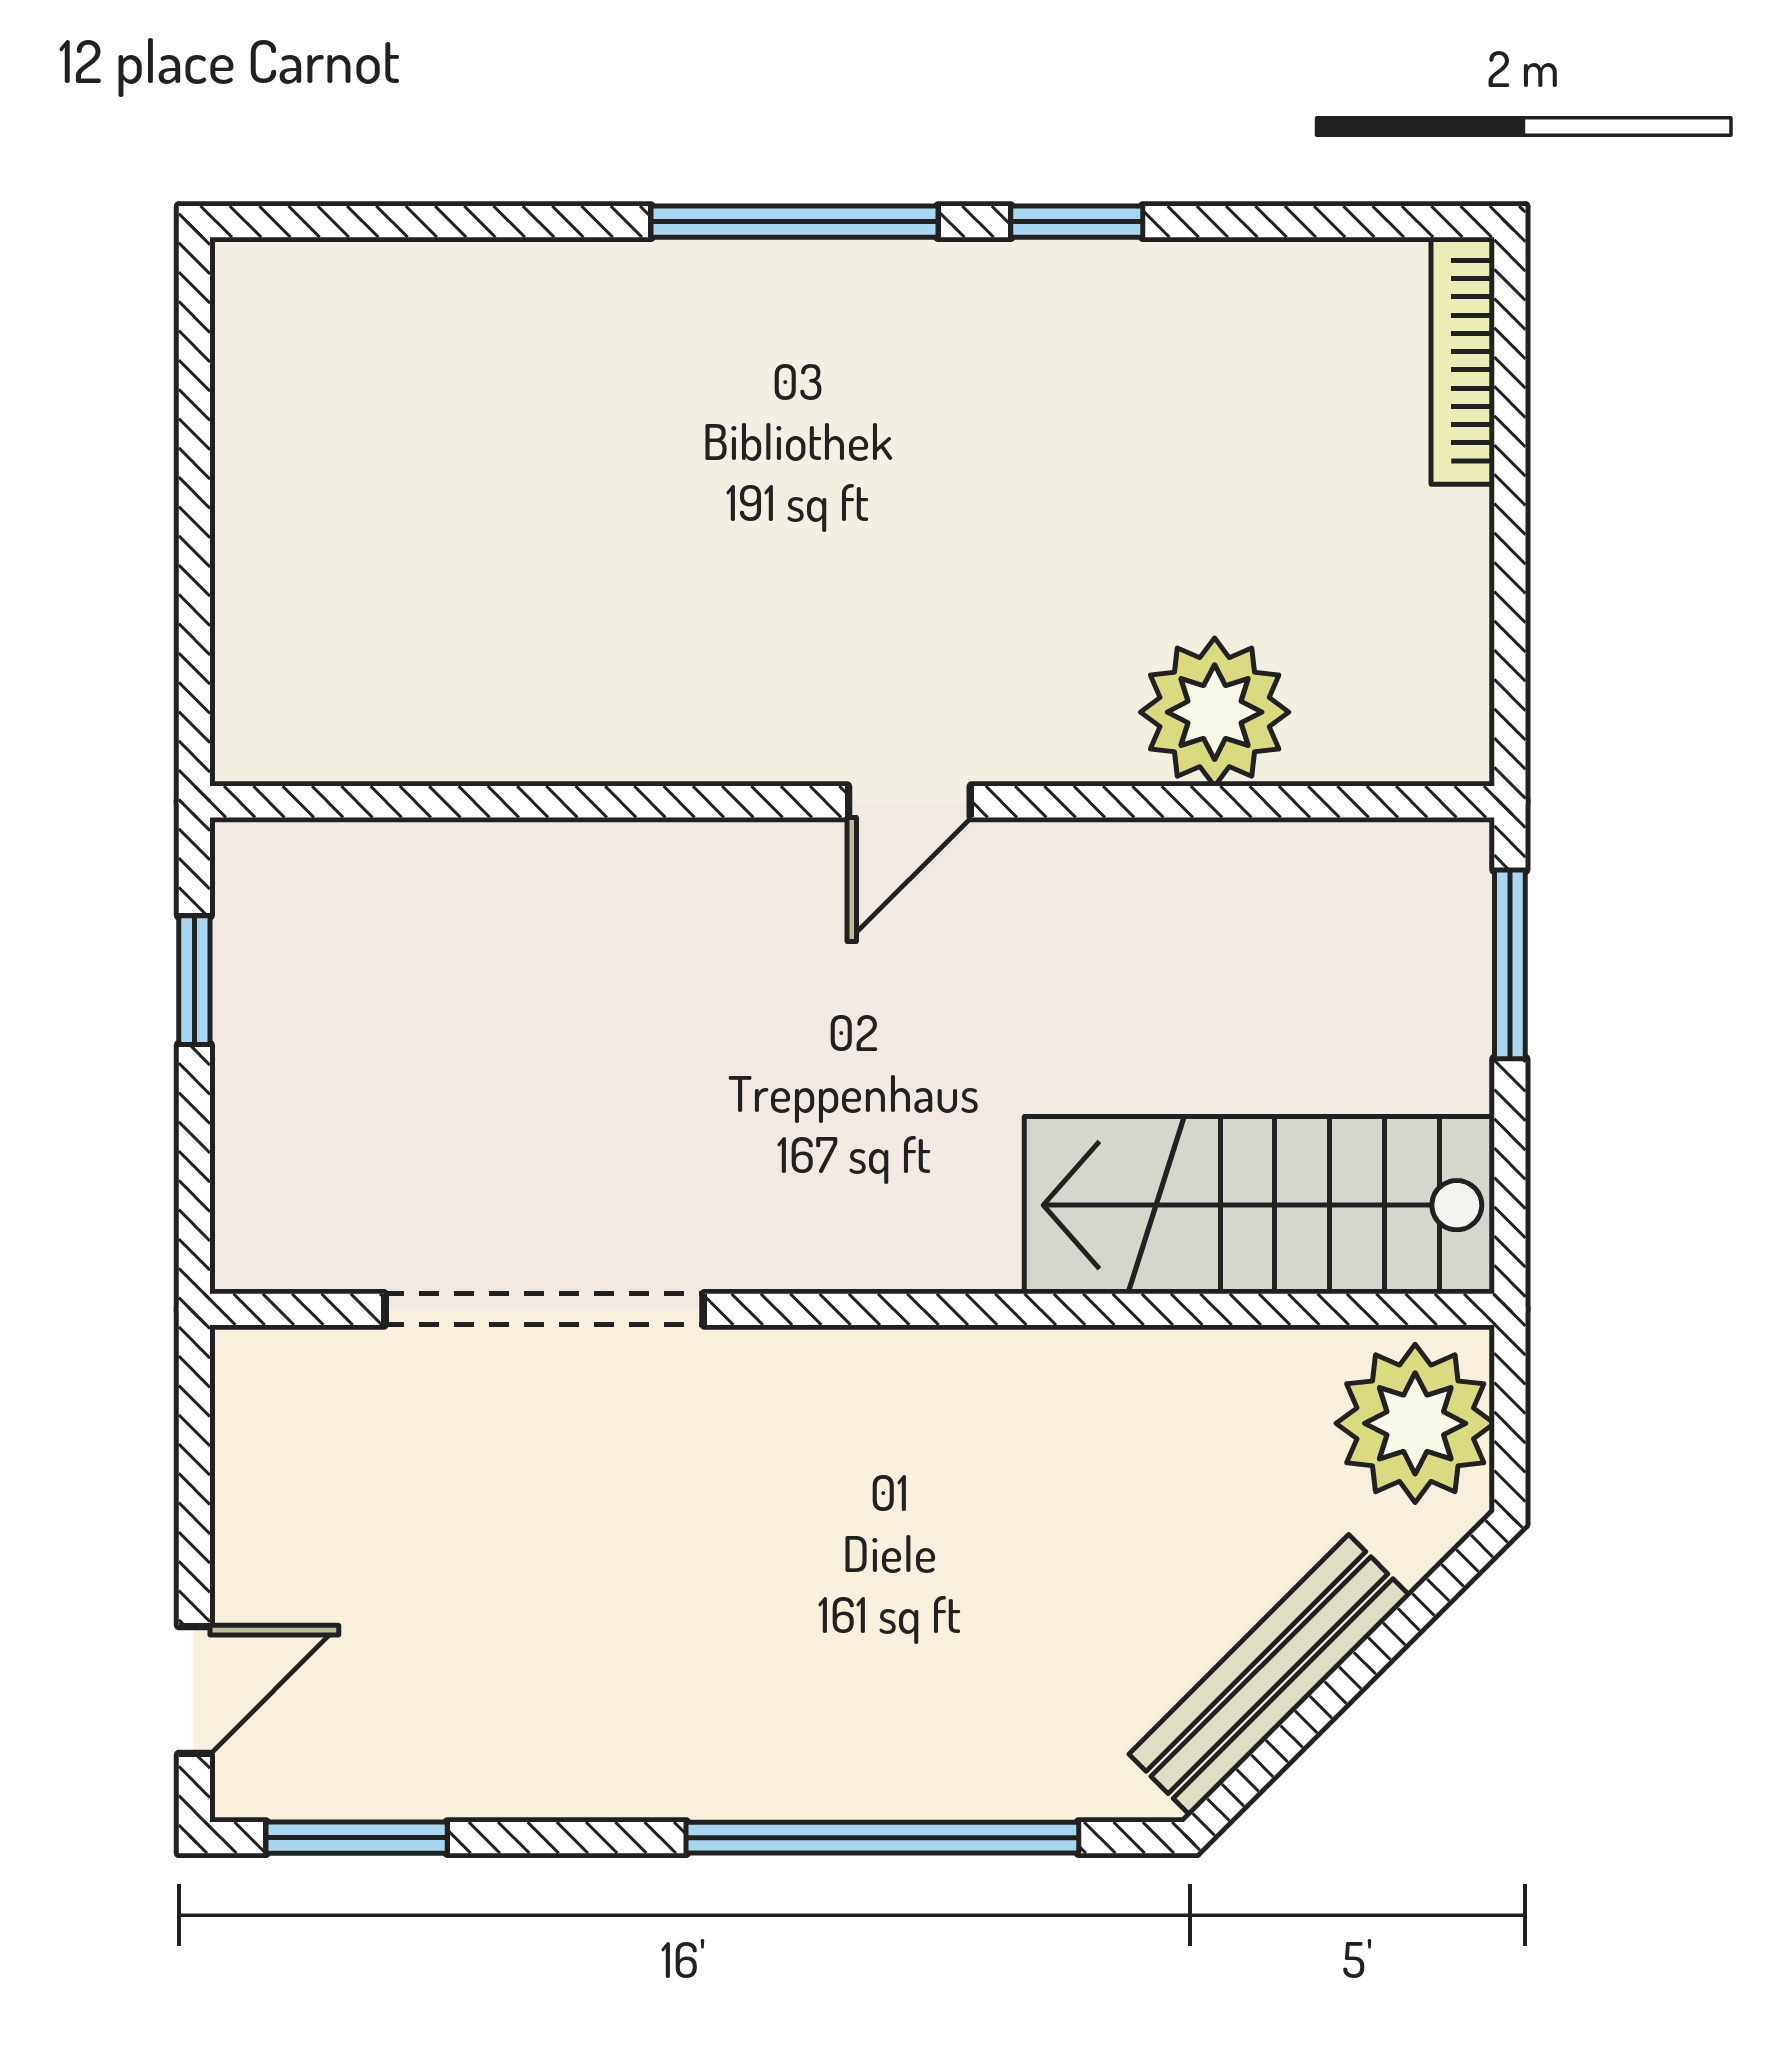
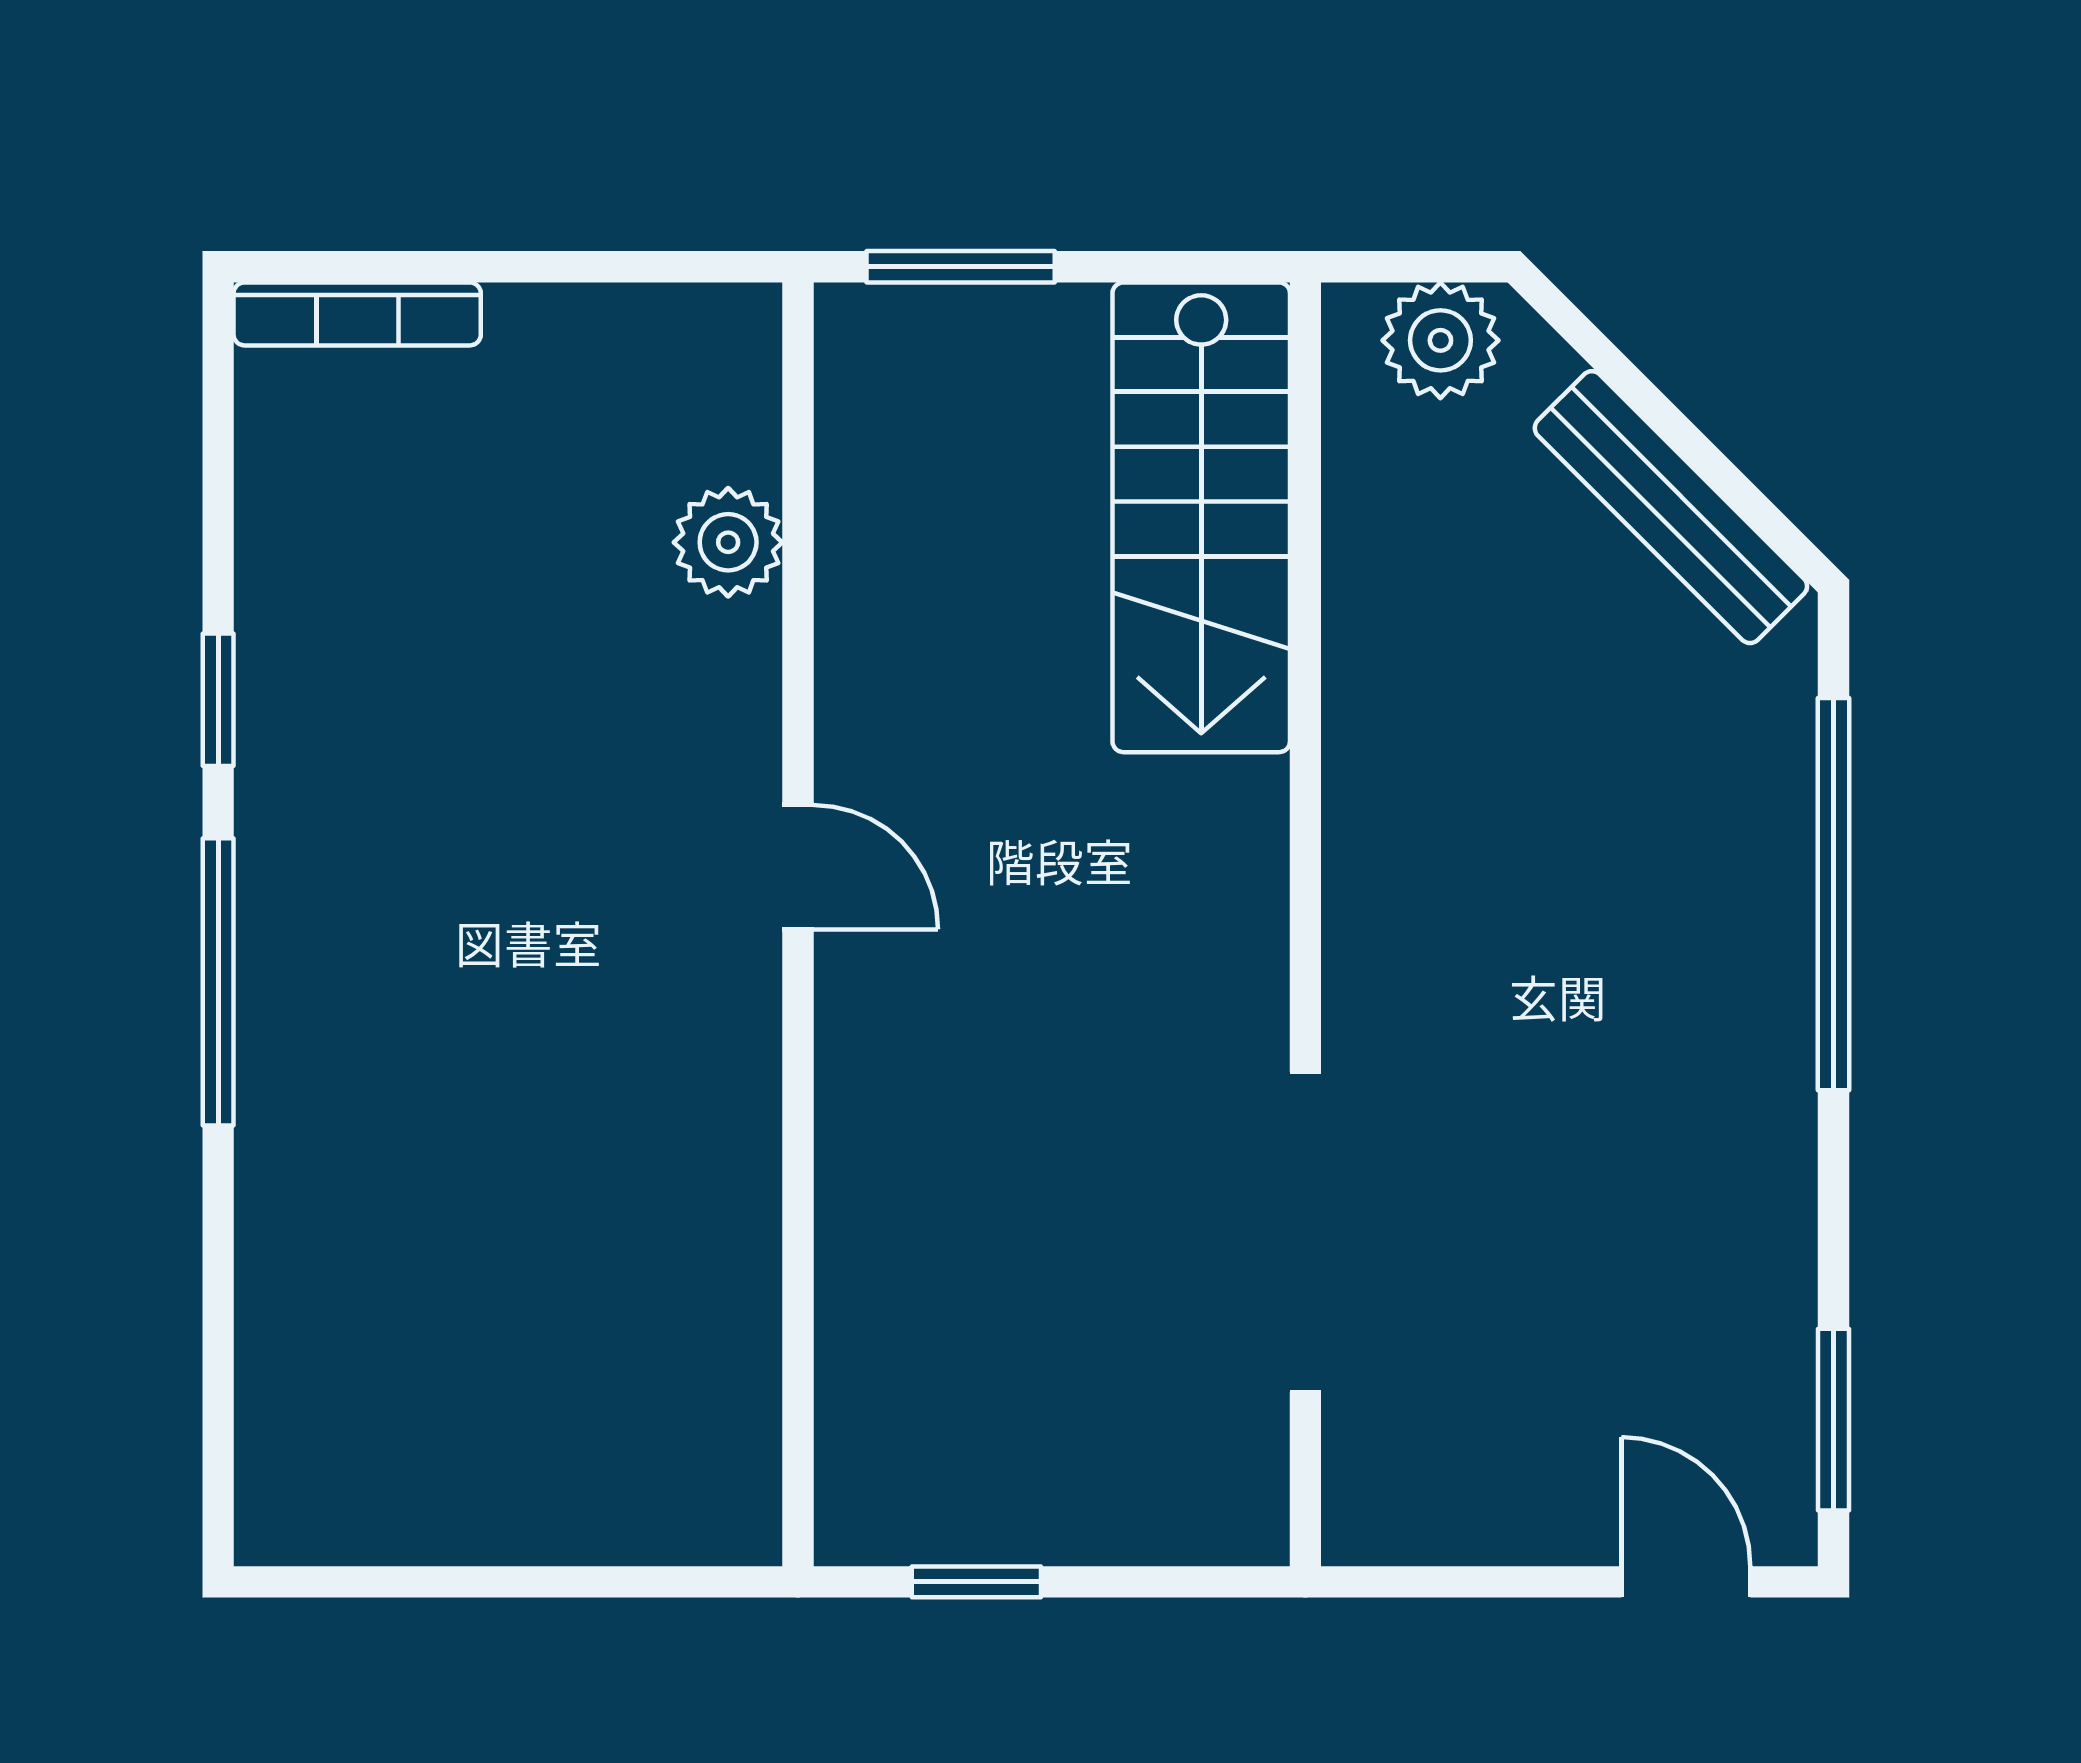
plant: (1215, 712) -> (728, 542), width x0.73, depth x0.73
plant: (1415, 1423) -> (1440, 340), width x0.73, depth x0.73

